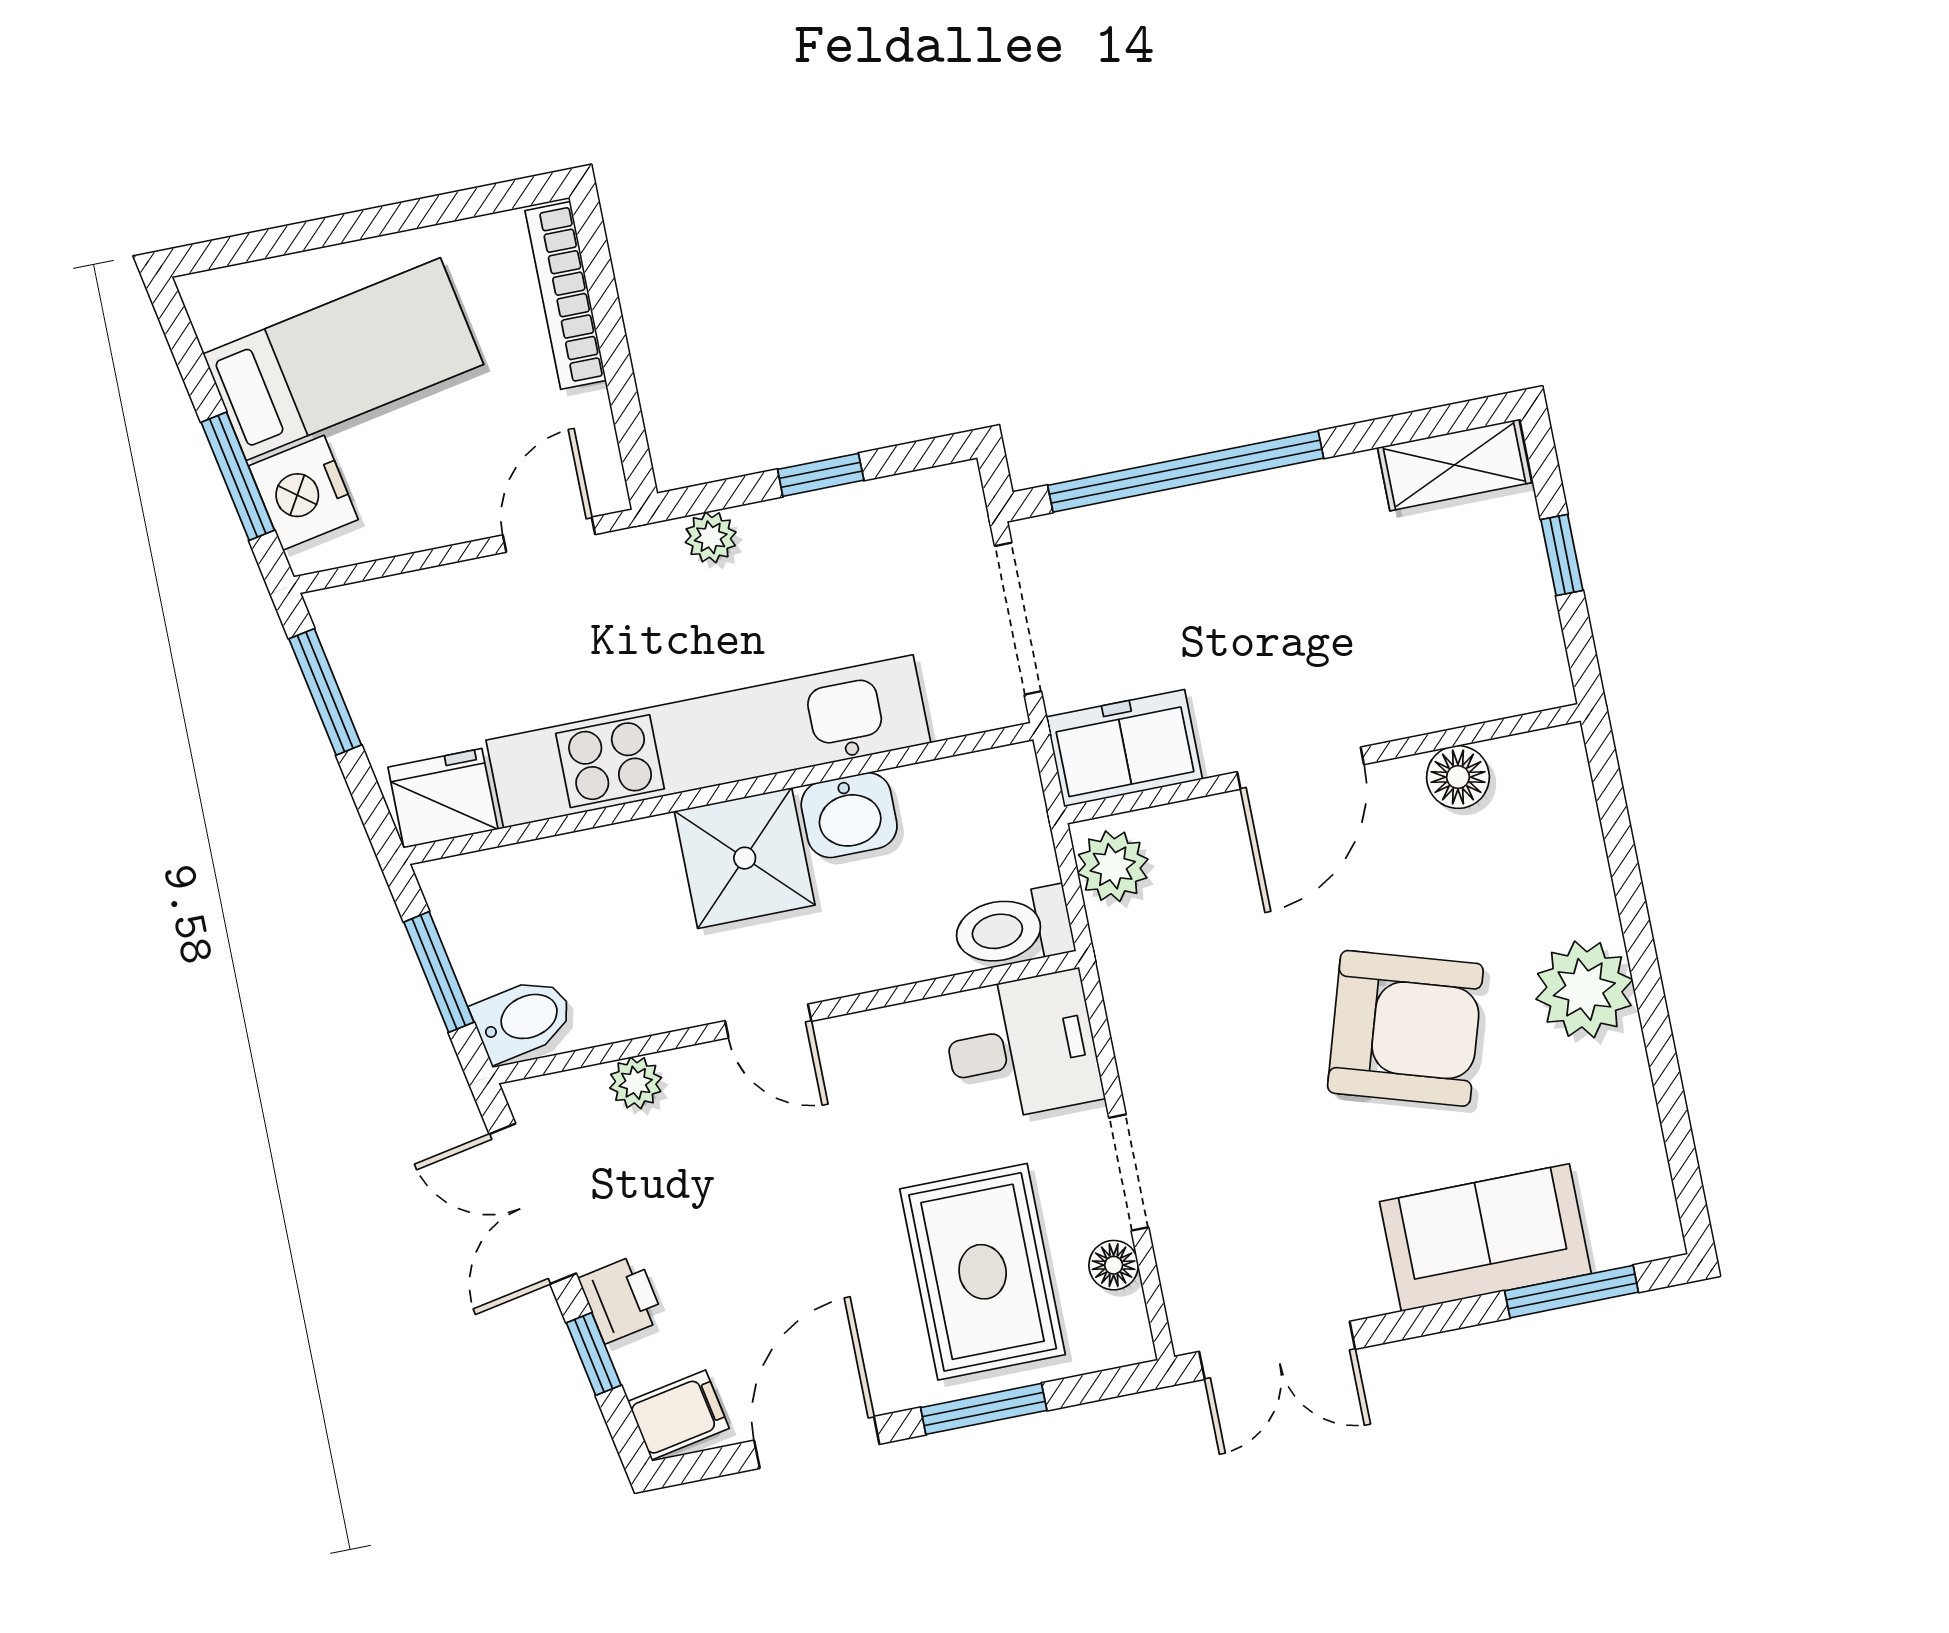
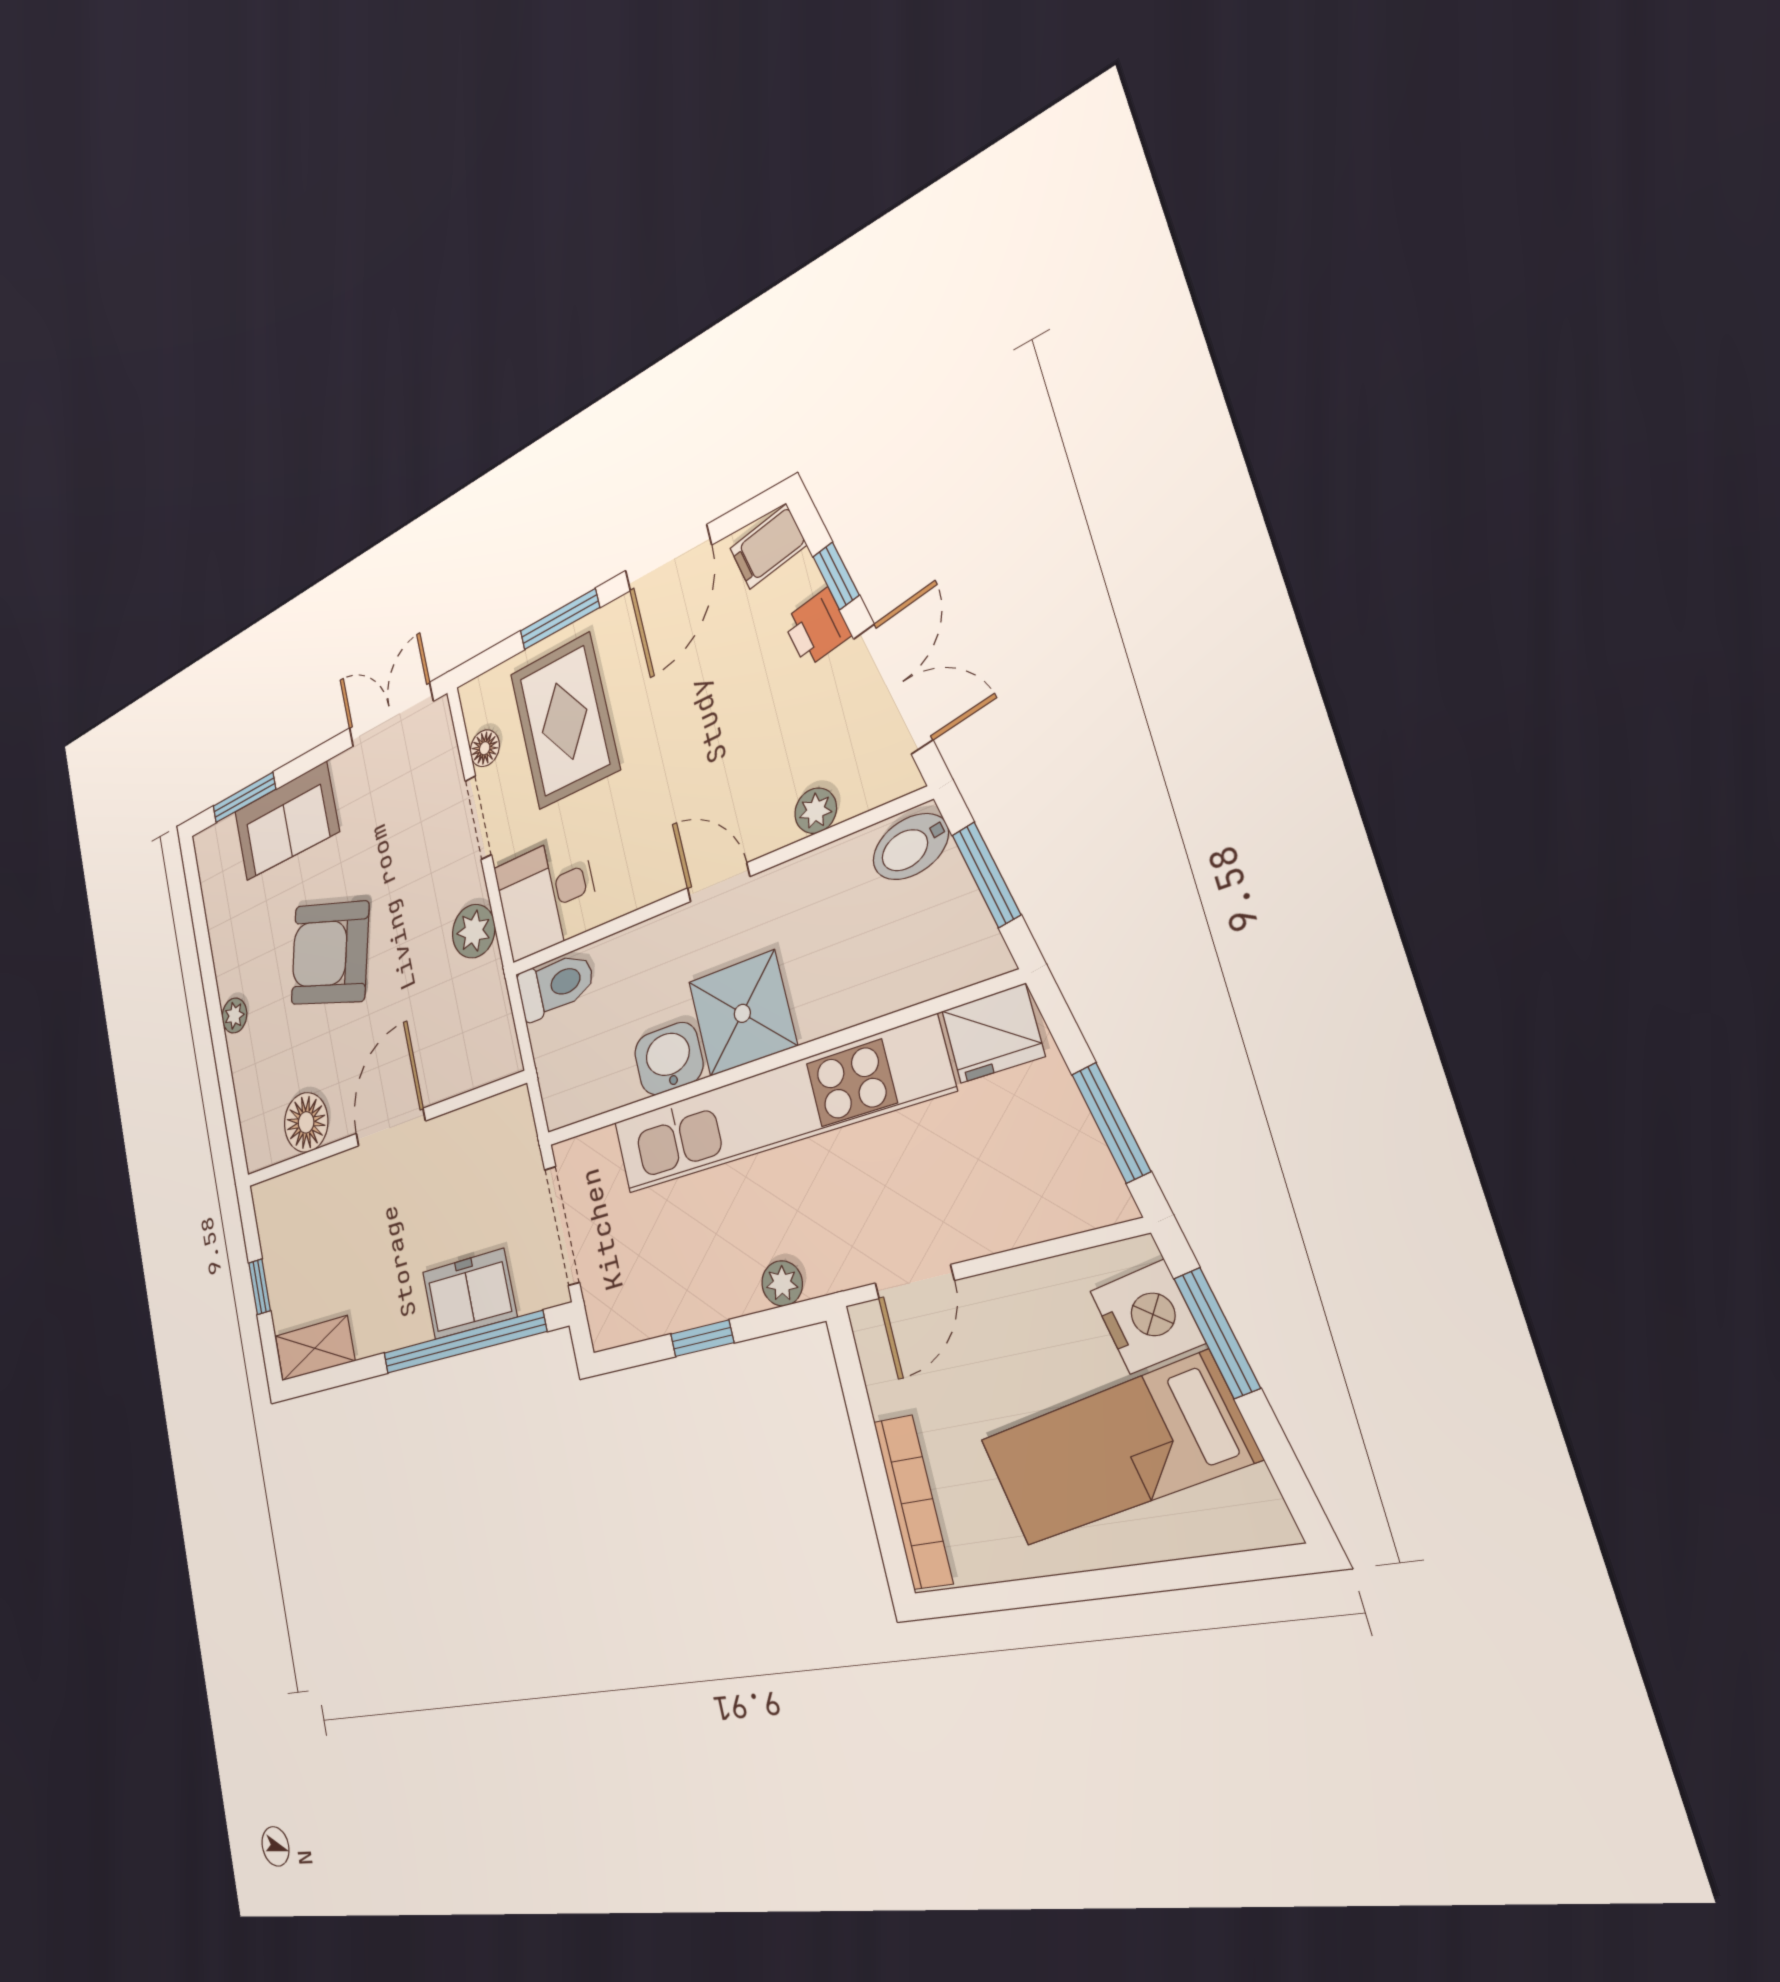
freezer: (1124, 748) -> (469, 1294), moved, turned 180
floor lamp: (1458, 777) -> (306, 1122), width x1.38, depth x1.38
plant: (1113, 866) -> (474, 931), moved
plant: (1584, 989) -> (234, 1015), width x0.53, depth x0.53

